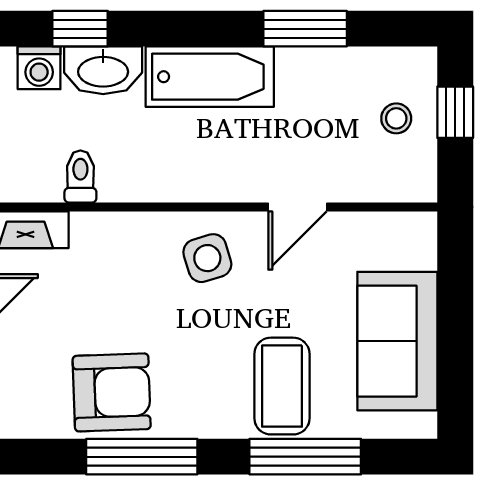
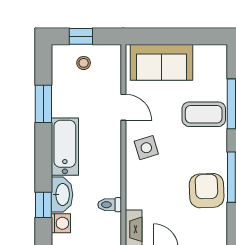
sofa: (397, 341) -> (161, 62), moved

